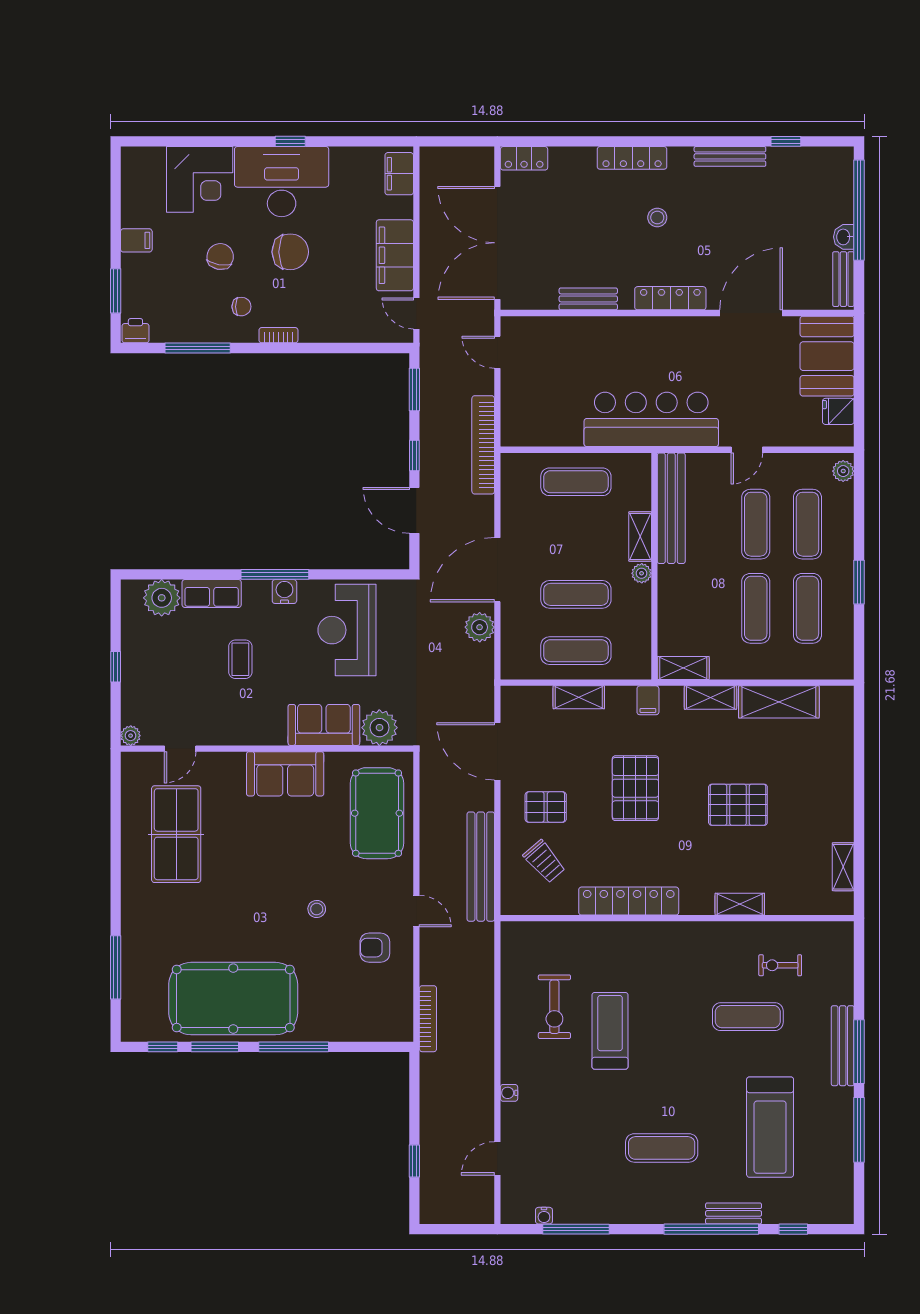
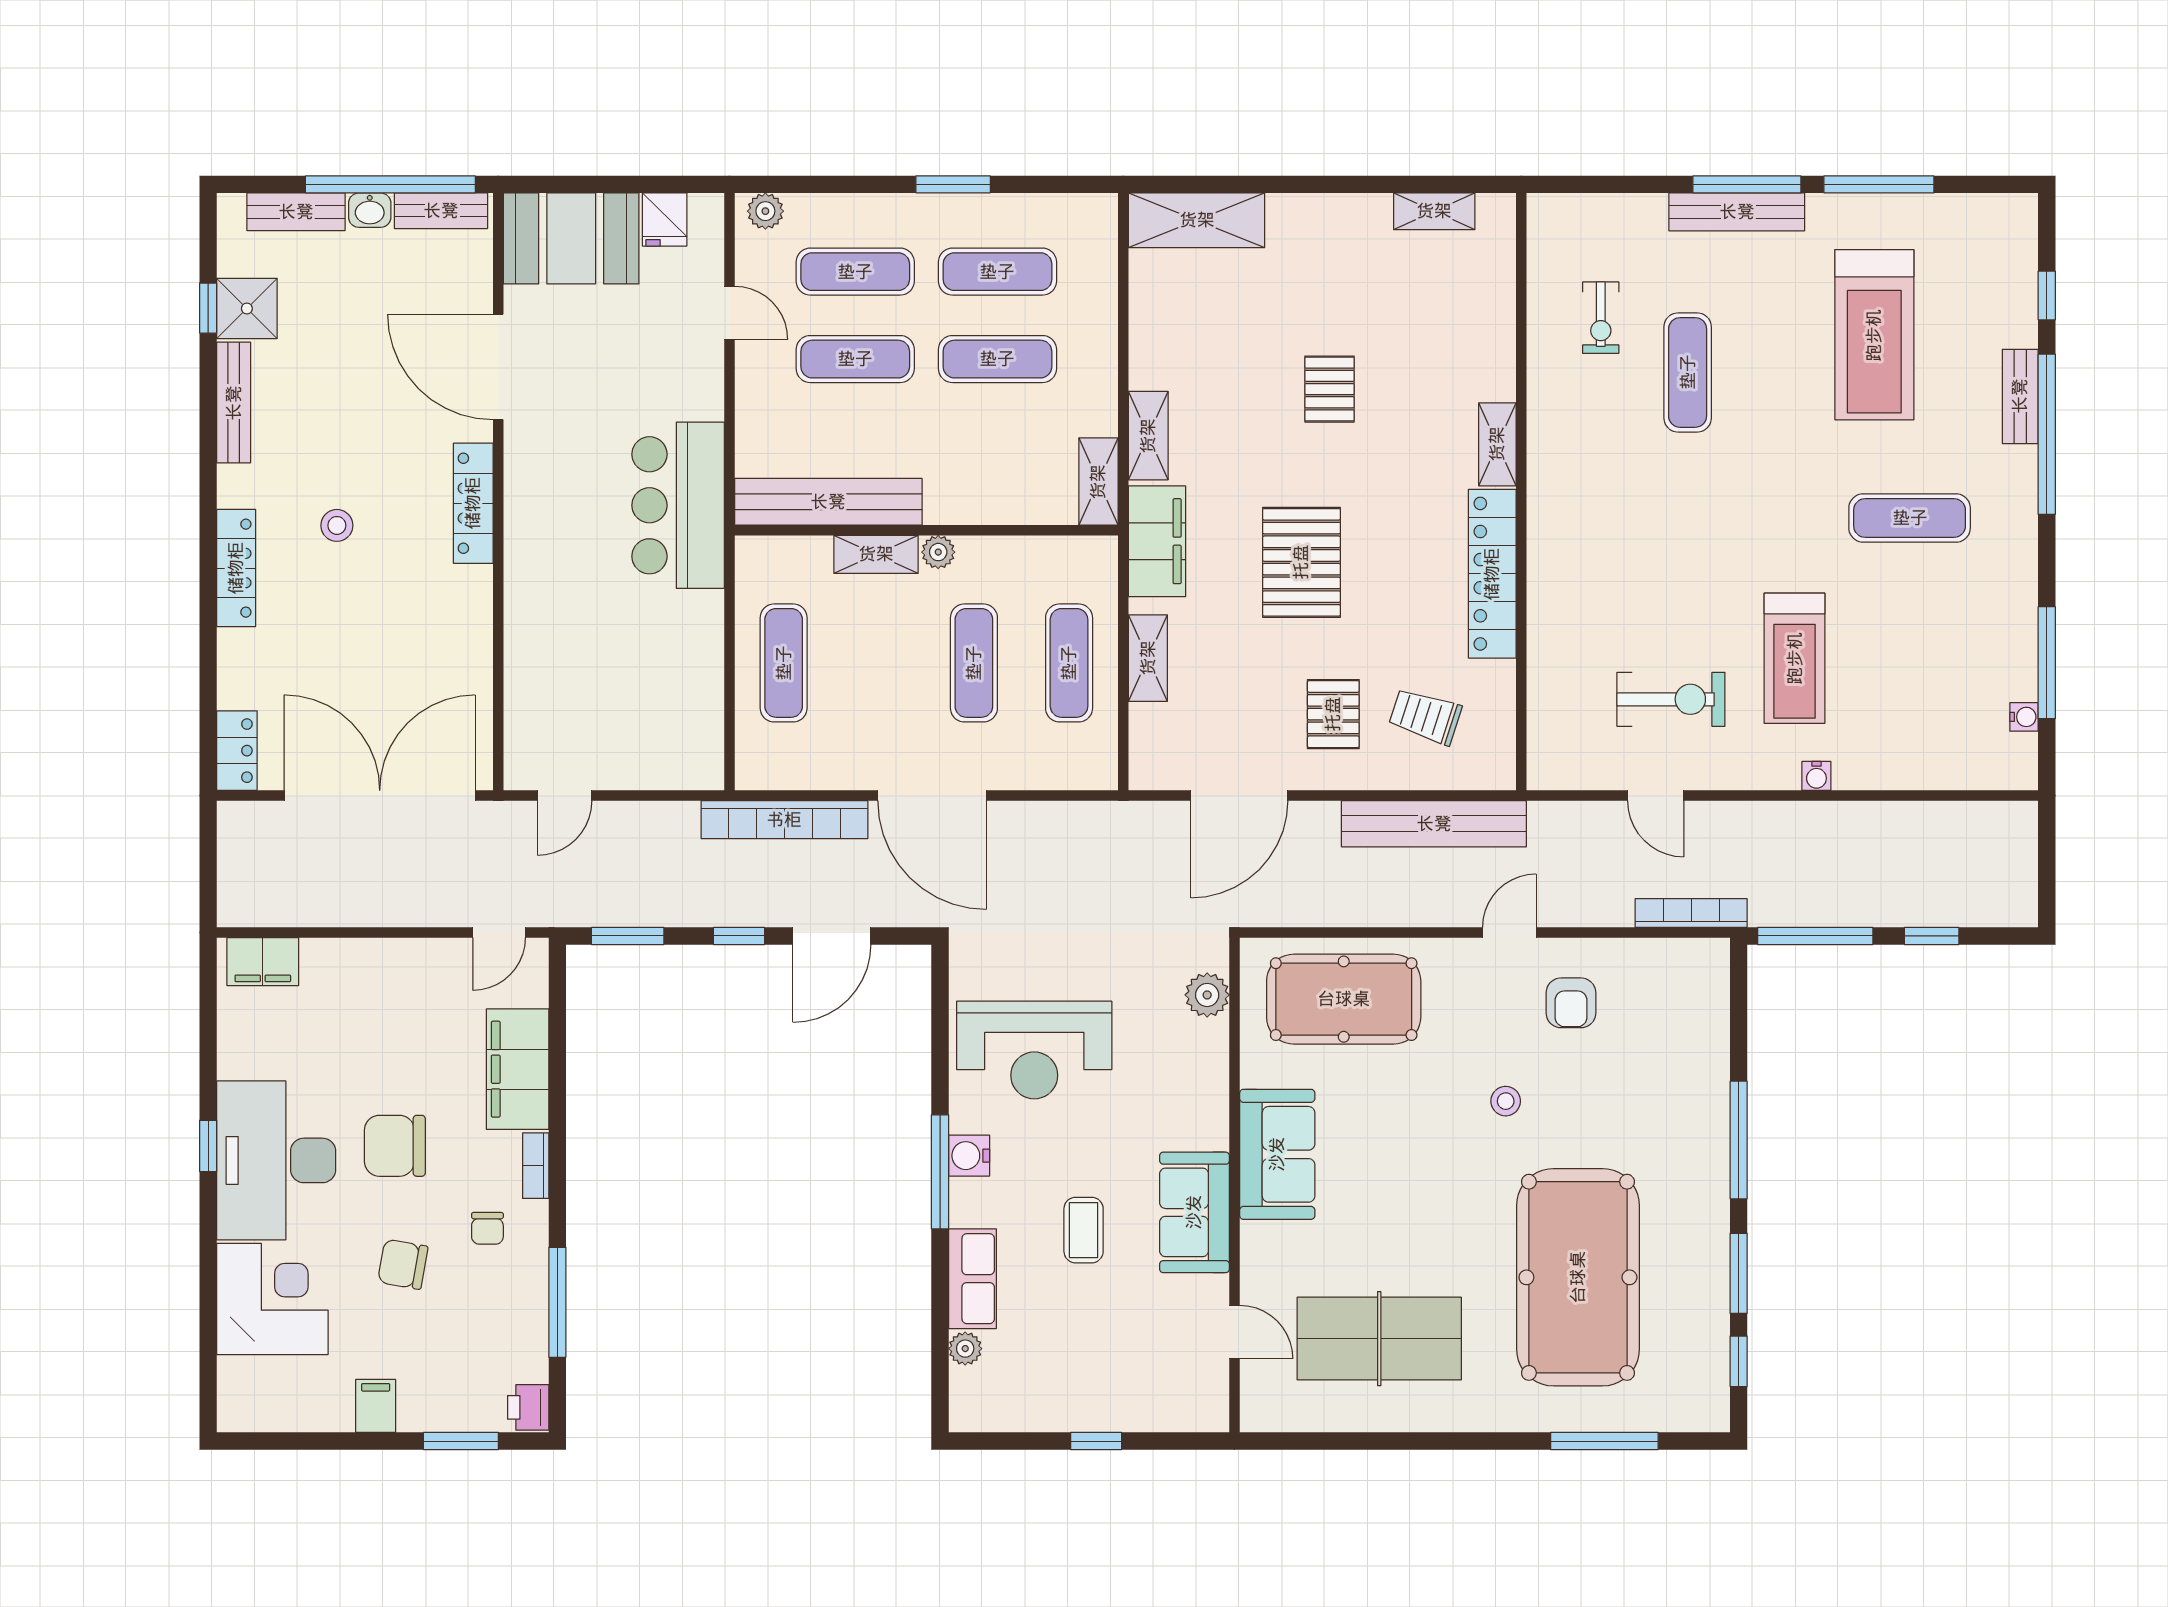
shower: (786, 164) -> (247, 309), added
window: (859, 210) -> (390, 184), moved
double door: (497, 243) -> (380, 796), swing flipped
chair: (290, 252) -> (395, 1146), turned -90
filing cabinet: (395, 255) -> (518, 1069), moved, turned 90
bench: (588, 299) -> (296, 212), moved, turned 90
chair: (241, 307) -> (487, 1228), turned 180
bar counter: (651, 419) -> (678, 505), width x0.73
bookcase: (483, 445) -> (784, 820), moved
door: (747, 450) -> (729, 313), moved
plant: (162, 598) -> (965, 1349), width x0.53, depth x0.53
plant: (480, 627) -> (1029, 826), removed
coffee table: (240, 659) -> (1084, 1230), turned 90
filing cabinet: (648, 700) -> (1157, 541), width x3.00, depth x1.17
shelving: (779, 702) -> (1197, 220), moved, turned 90
sofa: (324, 725) -> (1194, 1212), moved
plant: (379, 728) -> (1207, 995), width x0.73, depth x0.73
plant: (131, 736) -> (1213, 1416), removed
pallet: (635, 788) -> (1301, 562), turned 90
pallet: (738, 805) -> (1329, 389), width x0.67, depth x0.71
trolley: (544, 861) -> (1425, 716), turned -121
shelving: (740, 904) -> (1497, 444), moved
pool table: (233, 999) -> (1578, 1277), moved
treadmill: (610, 1031) -> (1795, 658), moved, turned -90
window: (414, 1092) -> (1815, 936), added
treadmill: (770, 1127) -> (1874, 335), turned 90
exercise mat: (662, 1148) -> (1910, 518), turned 90
door: (497, 1158) -> (1656, 796), moved

